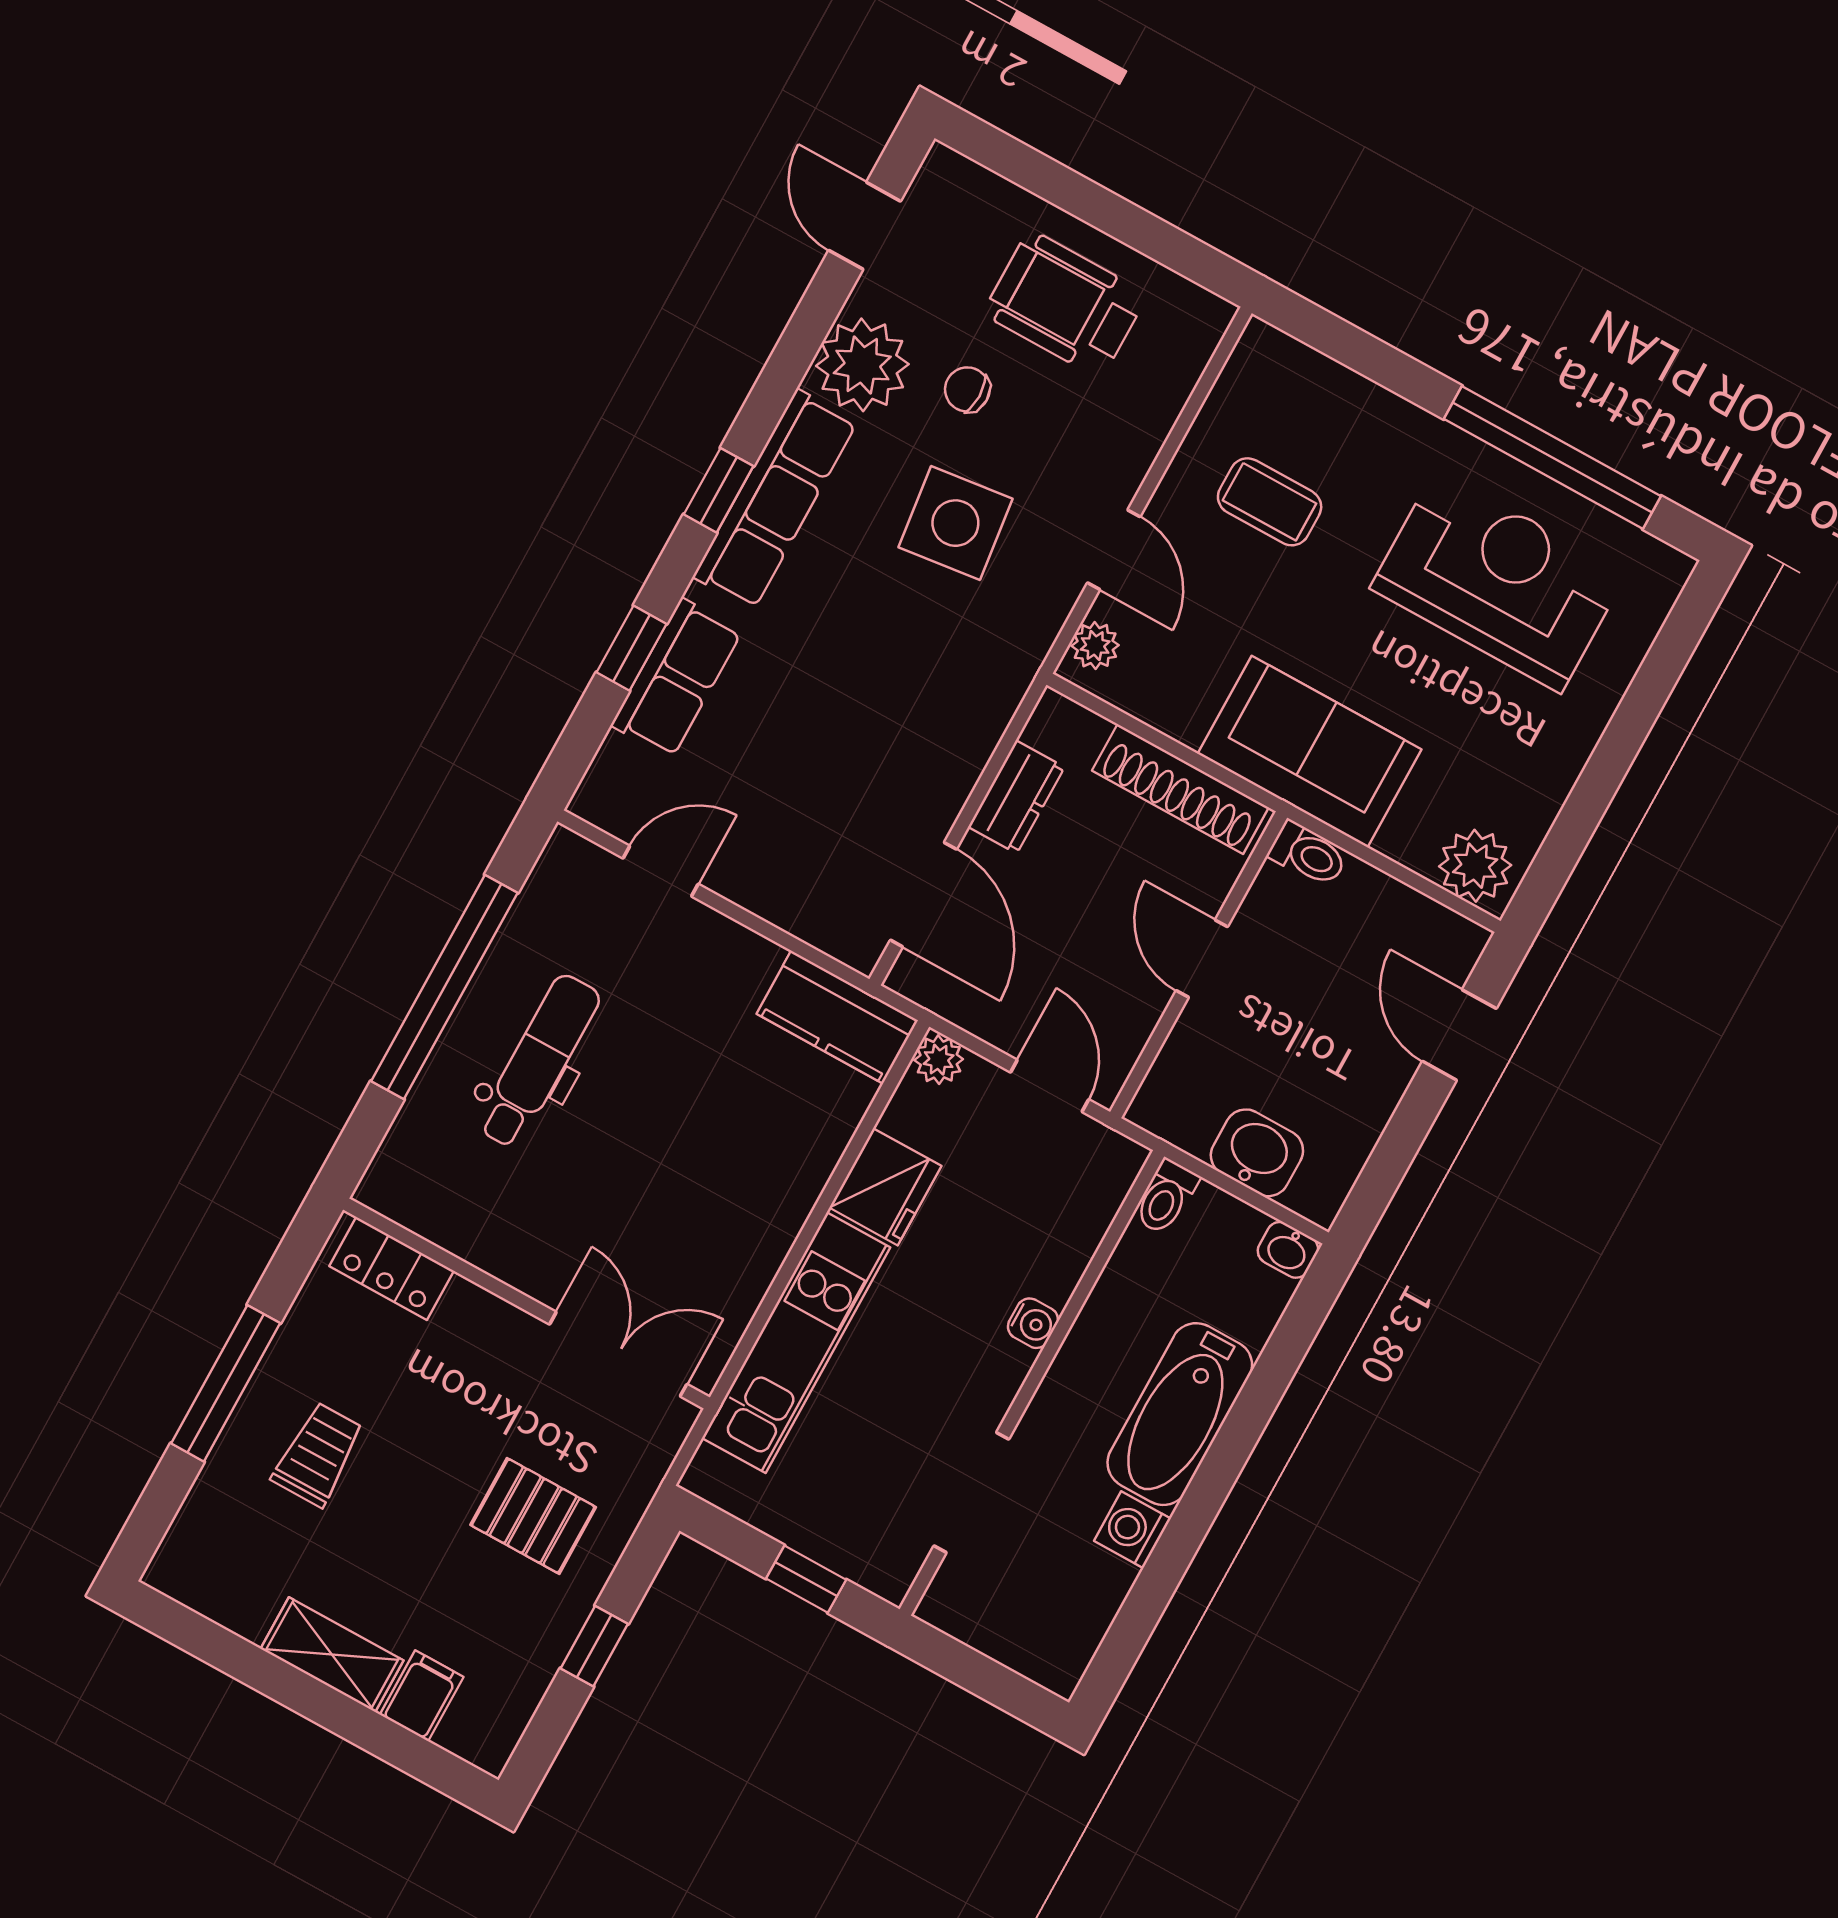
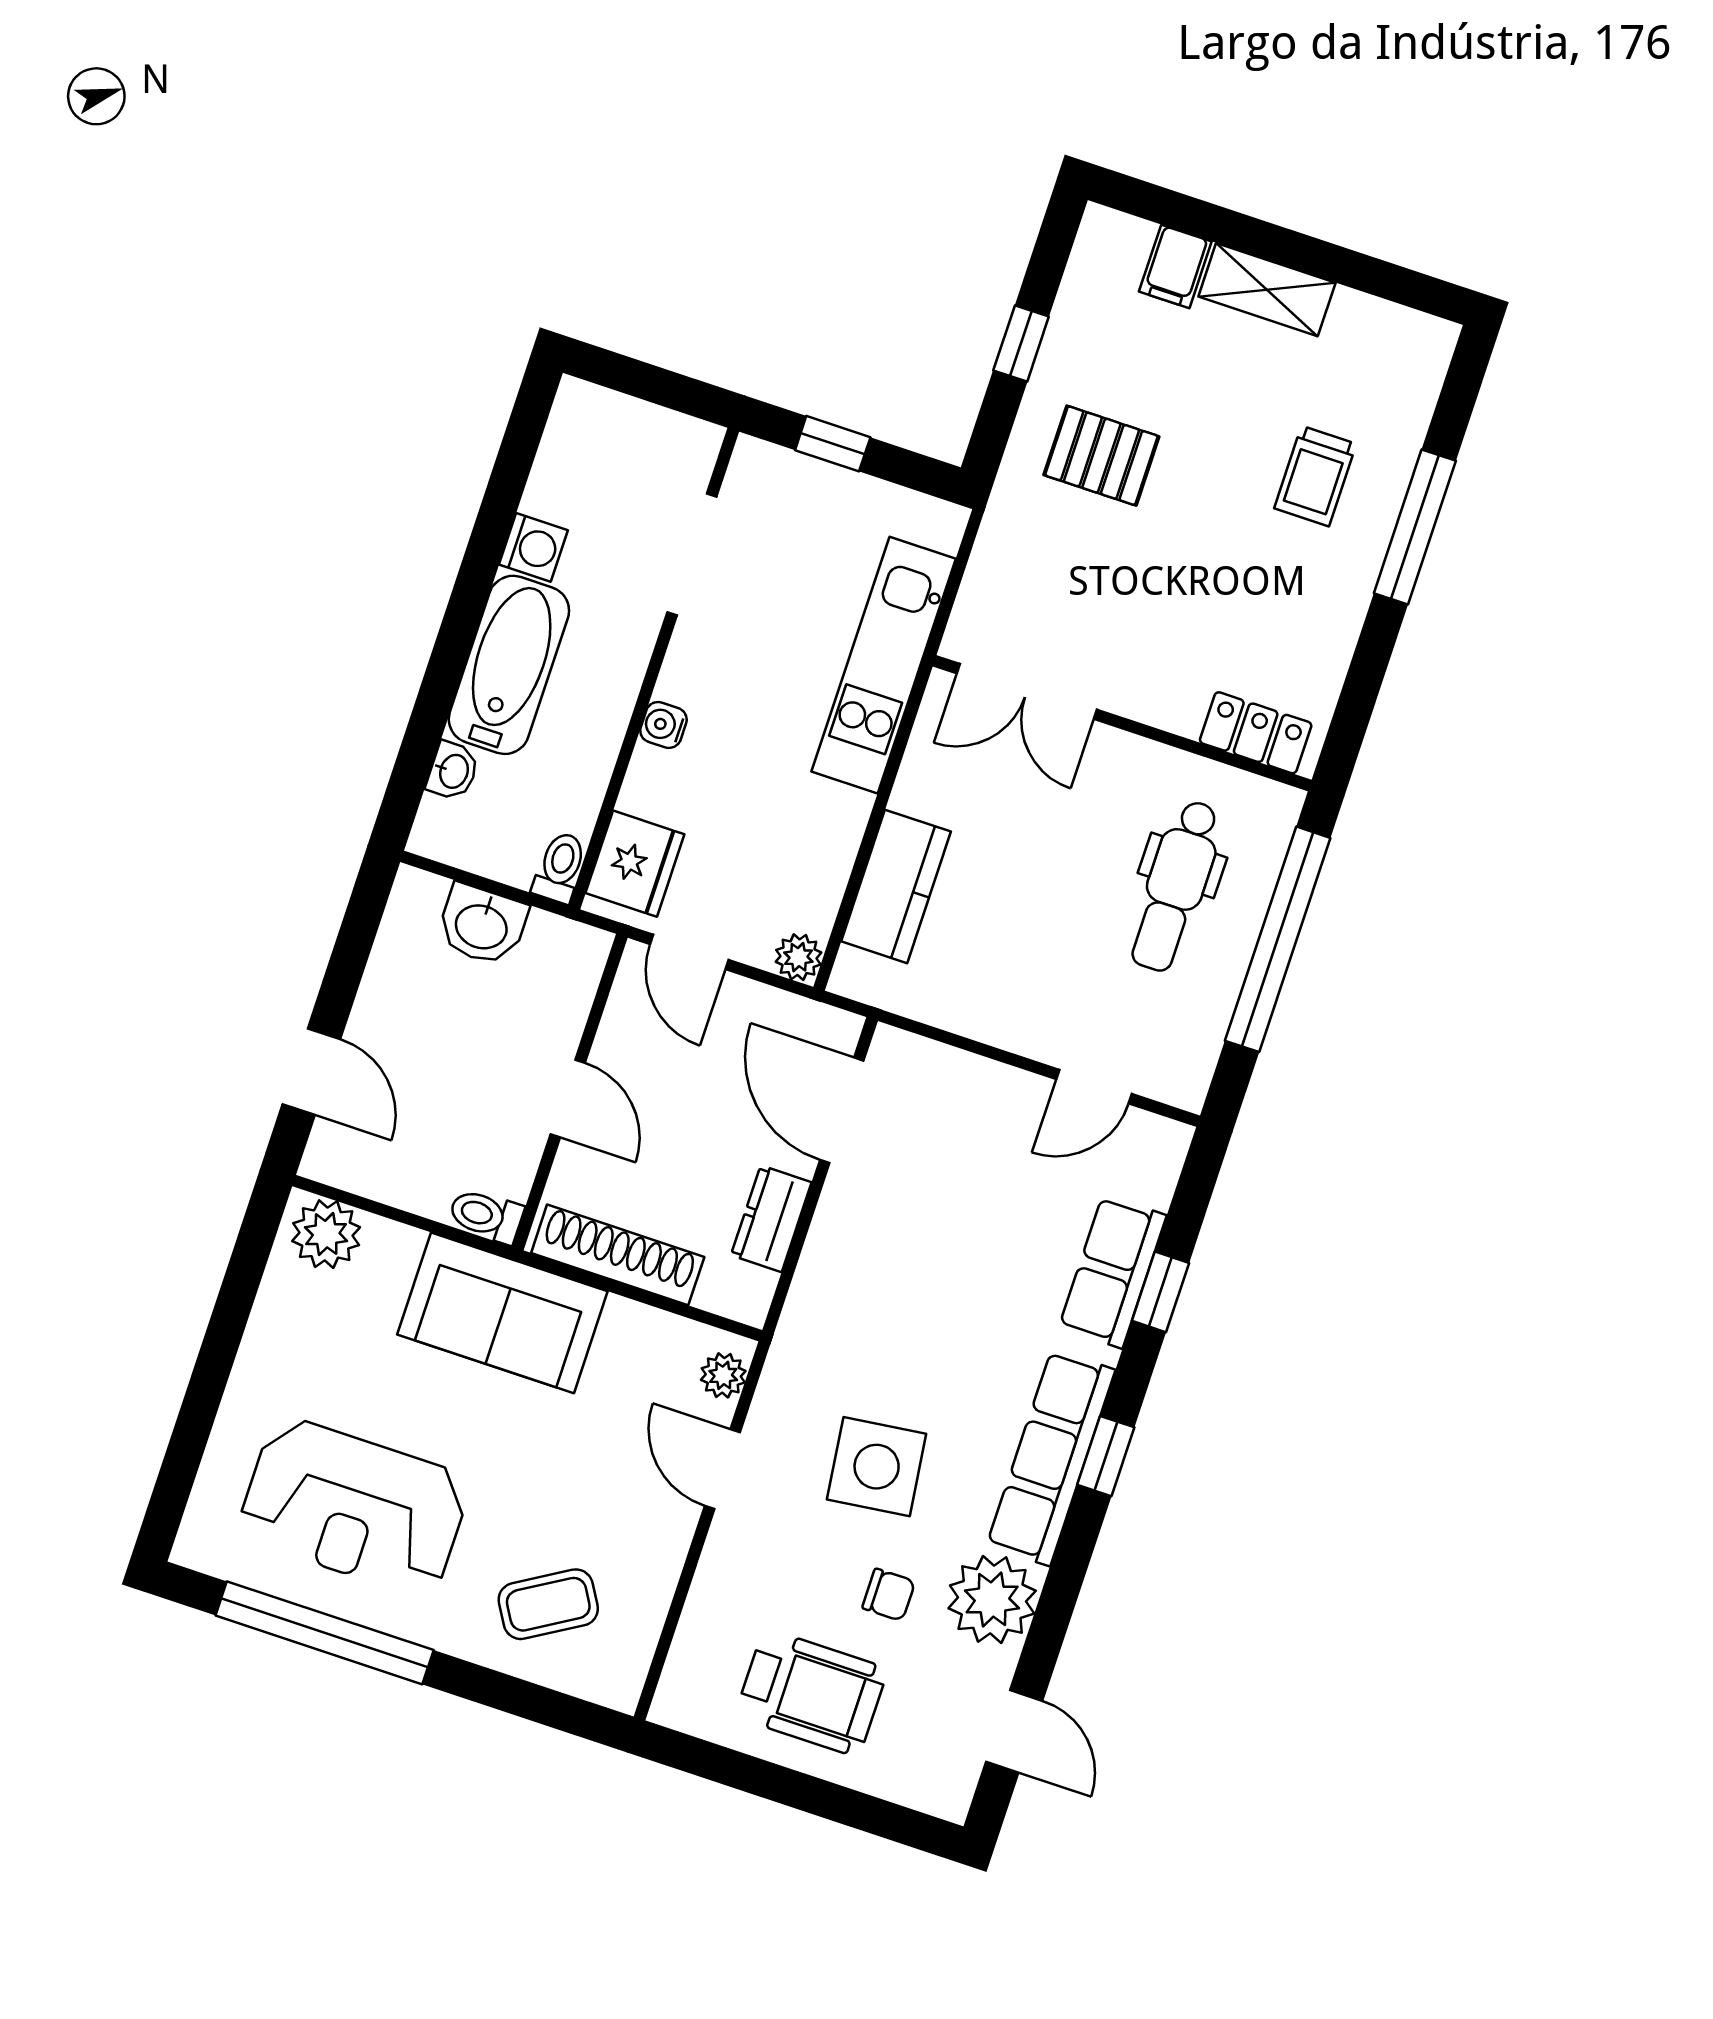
coffee table: (1270, 502) -> (548, 1604), moved, turned -31
kitchen counter: (837, 1017) -> (896, 886), moved, turned 90
fridge: (885, 1187) -> (635, 864), moved, turned 180
washbasin: (1288, 1250) -> (453, 771), moved, turned 90
locker: (392, 1268) -> (1256, 733), moved
wall: (527, 1303) -> (1122, 723), moved
double door: (618, 1354) -> (1027, 691), moved

